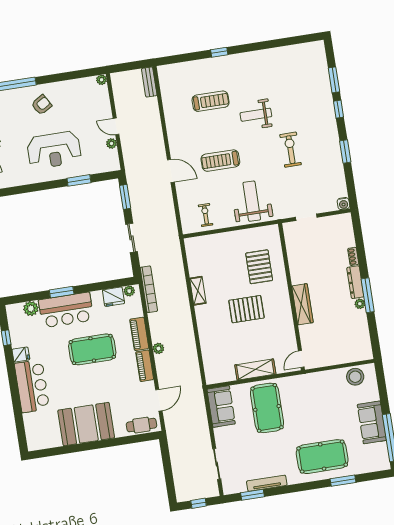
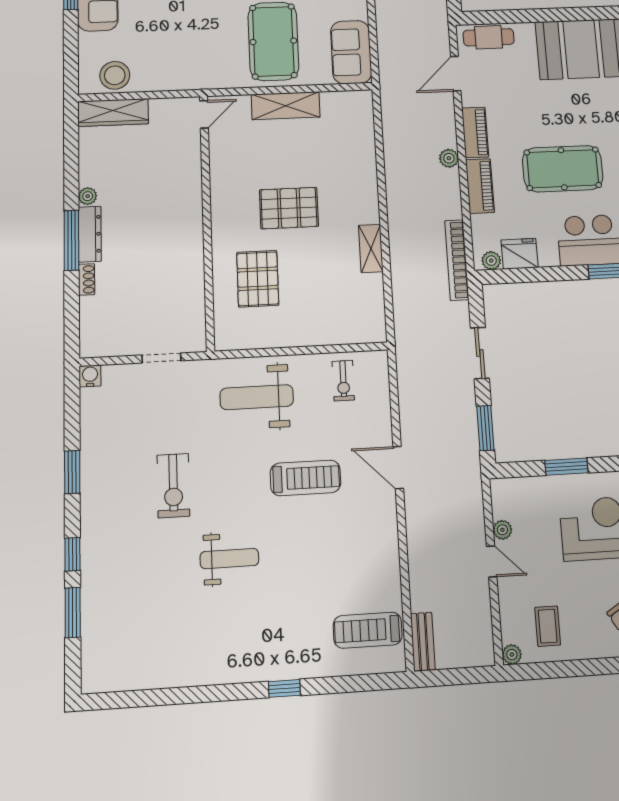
coffee table: (83, 96) -> (548, 626), added
treadmill: (211, 101) -> (368, 630), moved
weight bench: (252, 201) -> (257, 397), turned 90
window: (368, 295) -> (71, 240), moved
wardrobe: (302, 304) -> (113, 113), moved, turned -90

